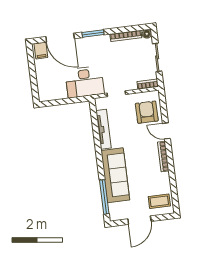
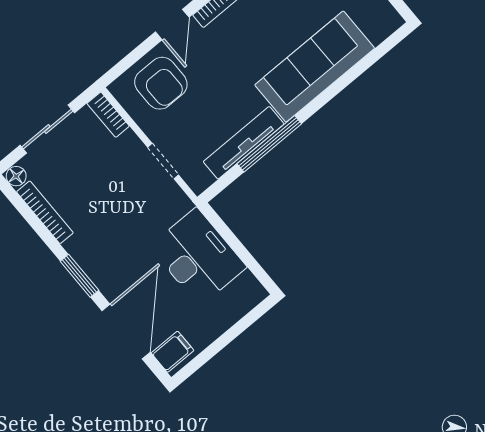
desk: (85, 82) -> (198, 257), moved
armchair: (147, 112) -> (161, 83), turned -90
window: (104, 197) -> (269, 144), moved

